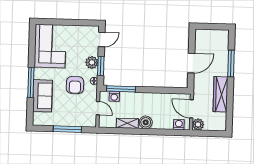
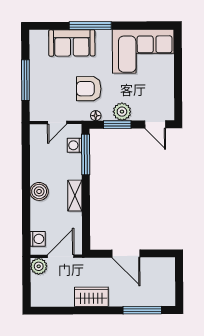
window: (231, 63) -> (142, 310), moved
wardrobe: (220, 94) -> (91, 297), width x0.67
shelving: (127, 123) -> (75, 196), moved

